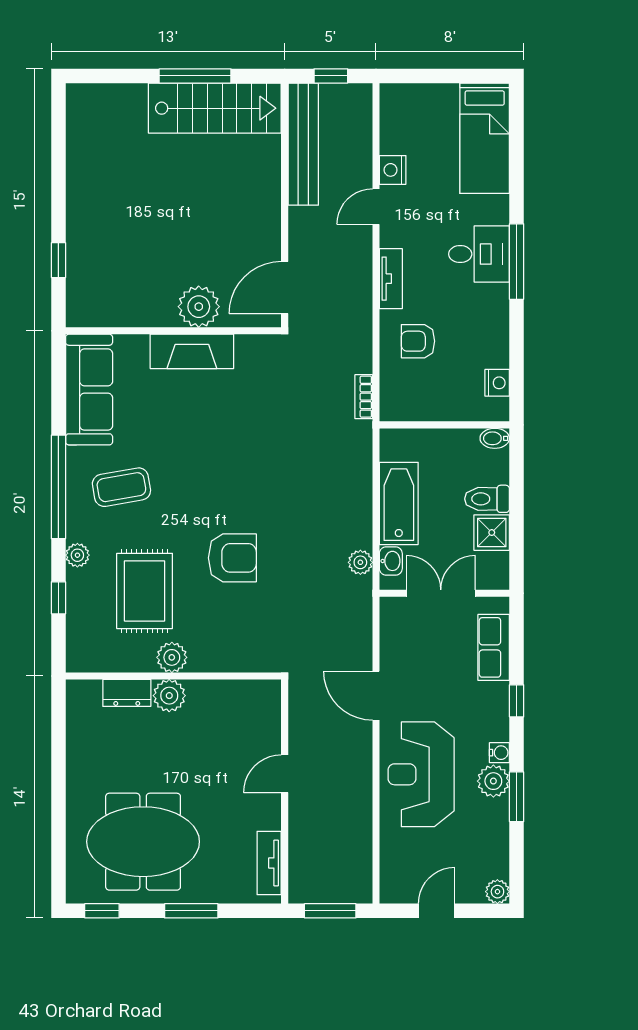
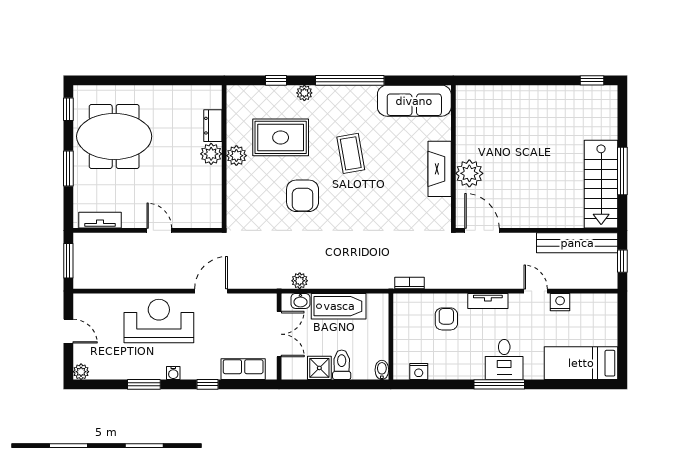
window: (58, 260) -> (592, 80), moved
coffee table: (121, 487) -> (351, 153), moved
plant: (493, 781) -> (154, 369), removed
meeting table: (143, 842) -> (114, 136), turned 90

